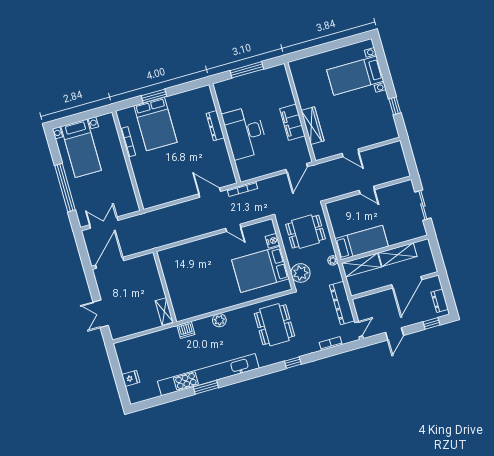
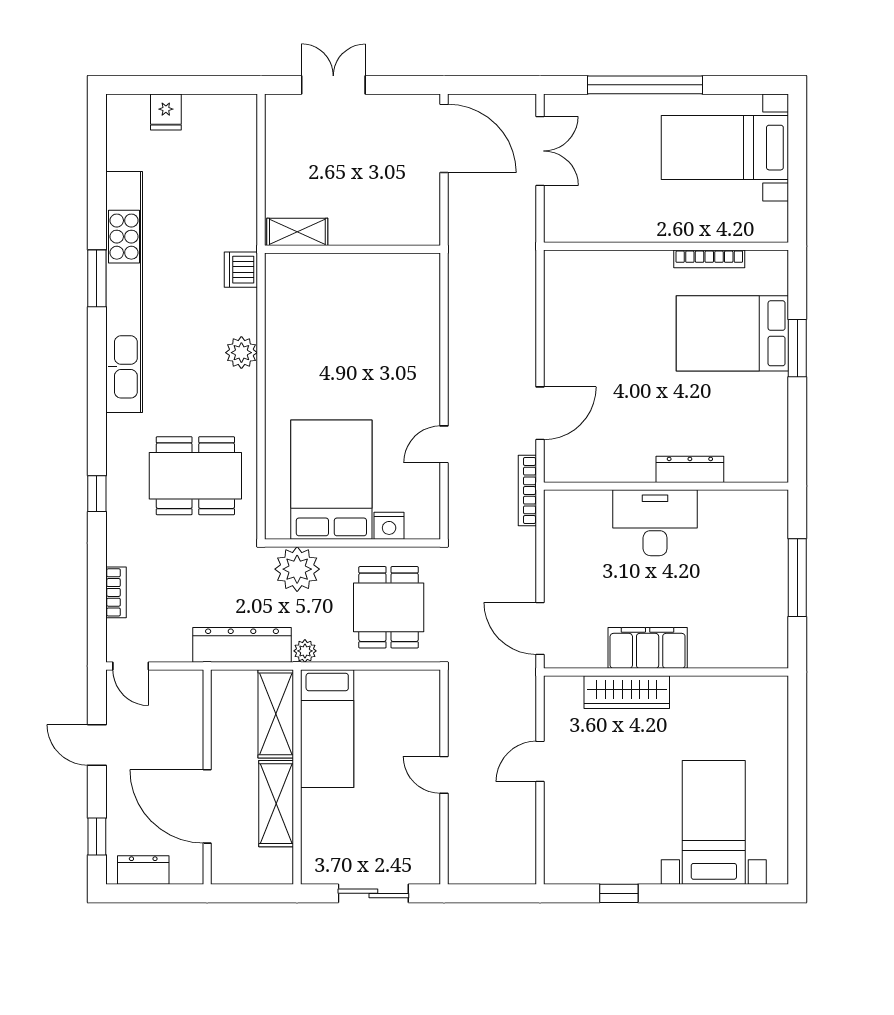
desk: (245, 132) -> (655, 523), width x0.73, depth x0.77
door: (367, 190) -> (444, 775), hinge flipped
dresser: (342, 303) -> (242, 645), moved

